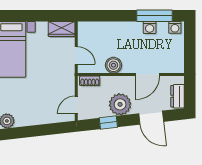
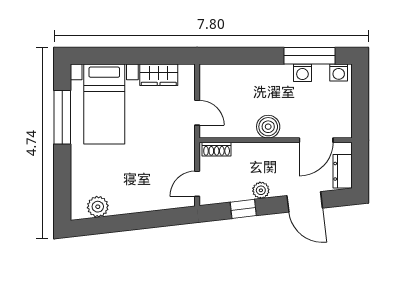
wardrobe: (62, 29) -> (159, 75), moved
boiler: (113, 65) -> (268, 127), moved
door: (148, 75) -> (316, 140), moved
plant: (120, 104) -> (261, 190), width x0.53, depth x0.53

